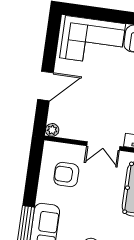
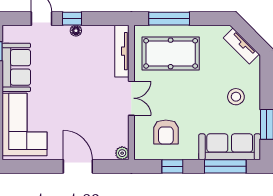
window: (33, 176) -> (172, 166), added

